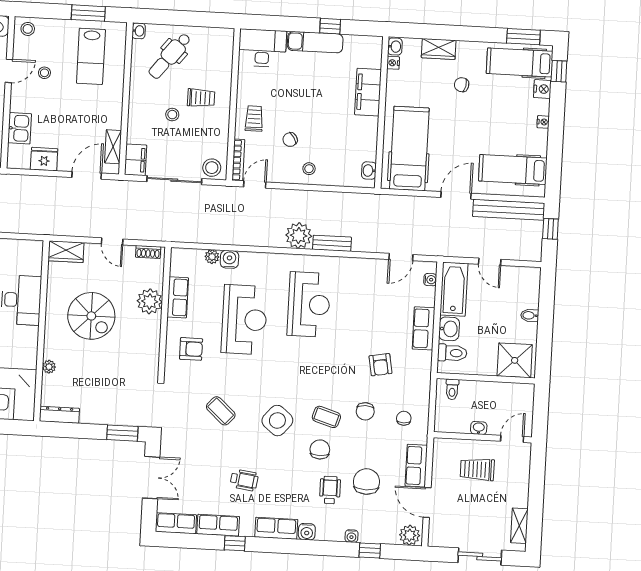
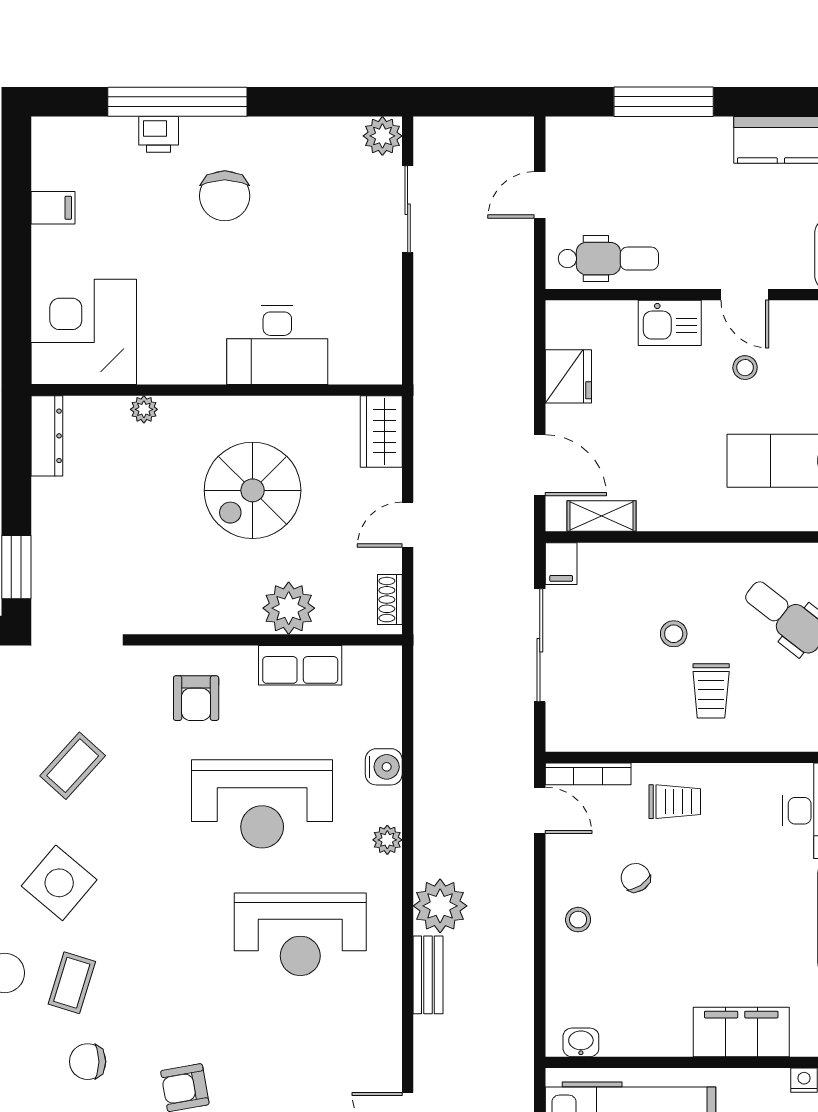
kitchen sink: (20, 128) -> (670, 323), moved
filing cabinet: (136, 160) -> (561, 564), width x0.50
stool: (212, 168) -> (569, 720), removed
plant: (212, 257) -> (387, 840), moved

